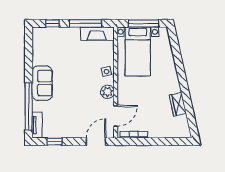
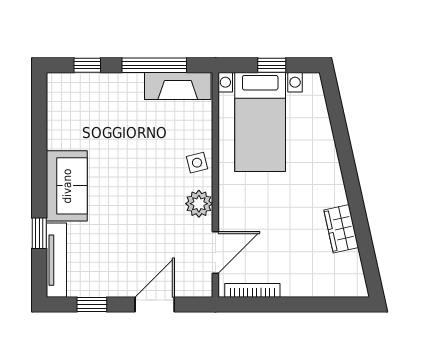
window: (143, 23) -> (272, 65), width x0.46
window: (29, 106) -> (39, 233), width x0.32
tv unit: (37, 125) -> (56, 260), width x1.41
door: (96, 142) -> (155, 304), moved

